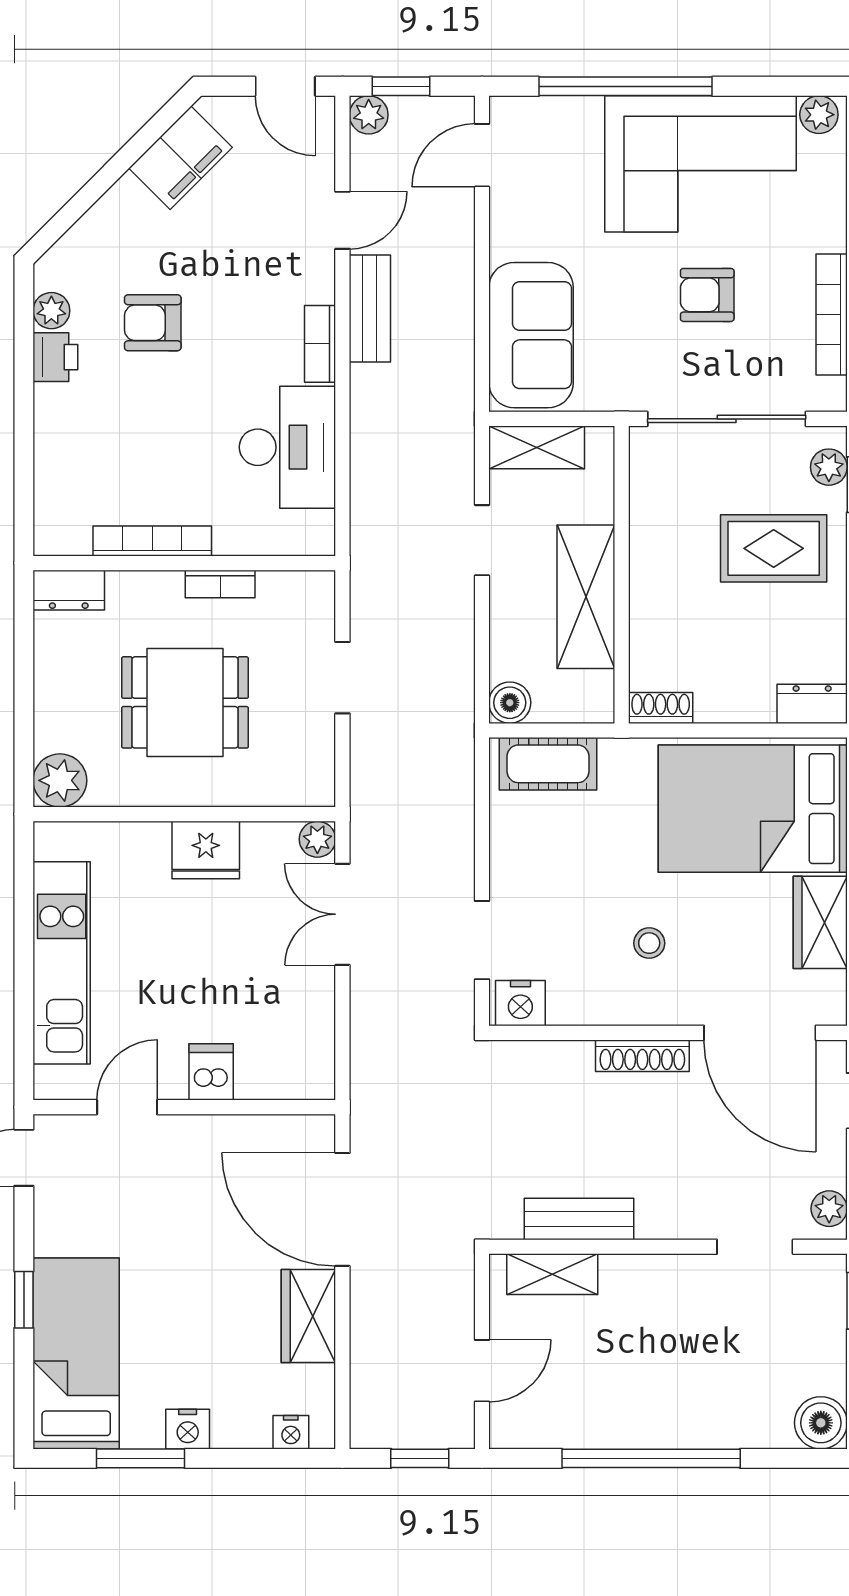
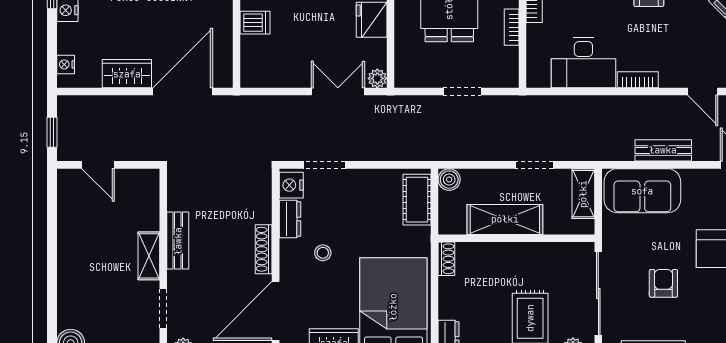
bench: (370, 308) -> (663, 150), moved
dresser: (585, 1006) -> (290, 219), added
bench: (579, 1219) -> (178, 241), moved
shelving: (552, 1274) -> (149, 256), moved
window: (651, 1458) -> (52, 254), removed

